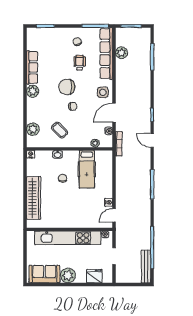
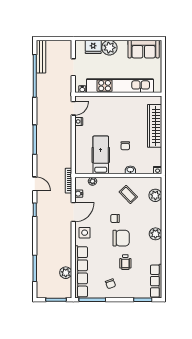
wheelchair: (80, 63) -> (125, 262), moved
row of seats: (32, 67) -> (156, 281), moved
plant: (68, 275) -> (109, 48), moved

